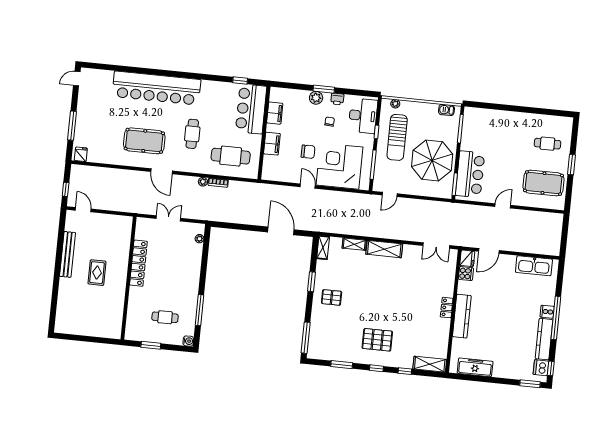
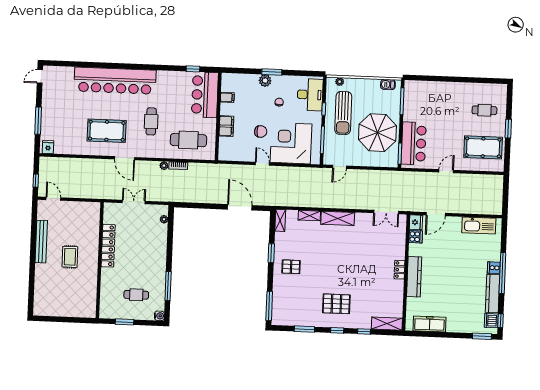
printer: (337, 99) -> (285, 80), removed
filing cabinet: (275, 113) -> (227, 97), width x0.50

